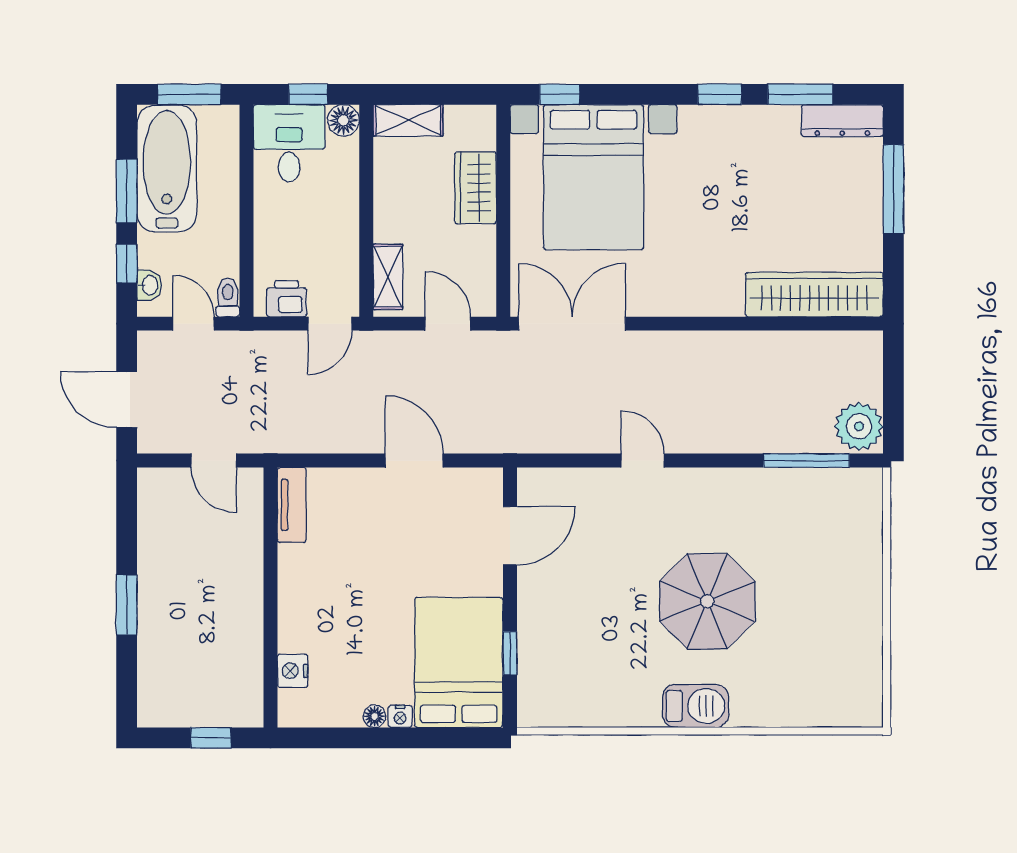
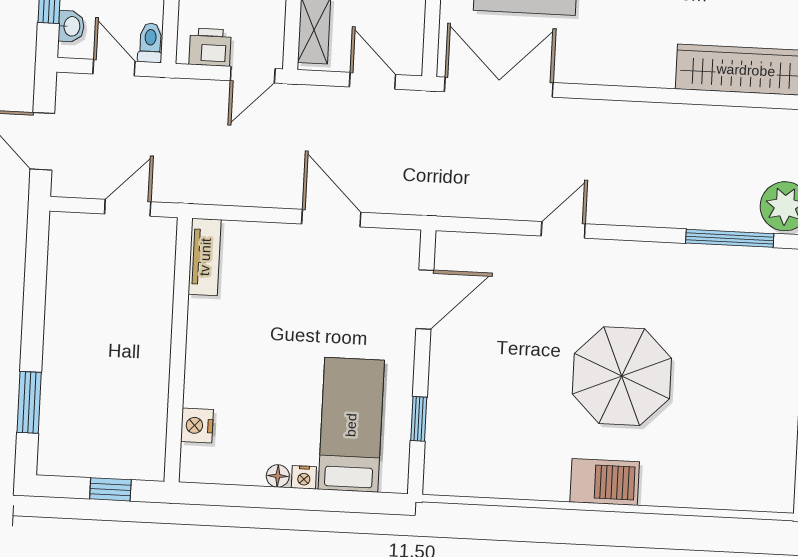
door: (214, 461) -> (128, 208), swing flipped
door: (642, 461) -> (563, 230), hinge flipped
window: (127, 605) -> (29, 402), moved
bed: (459, 662) -> (351, 425), width x0.67

